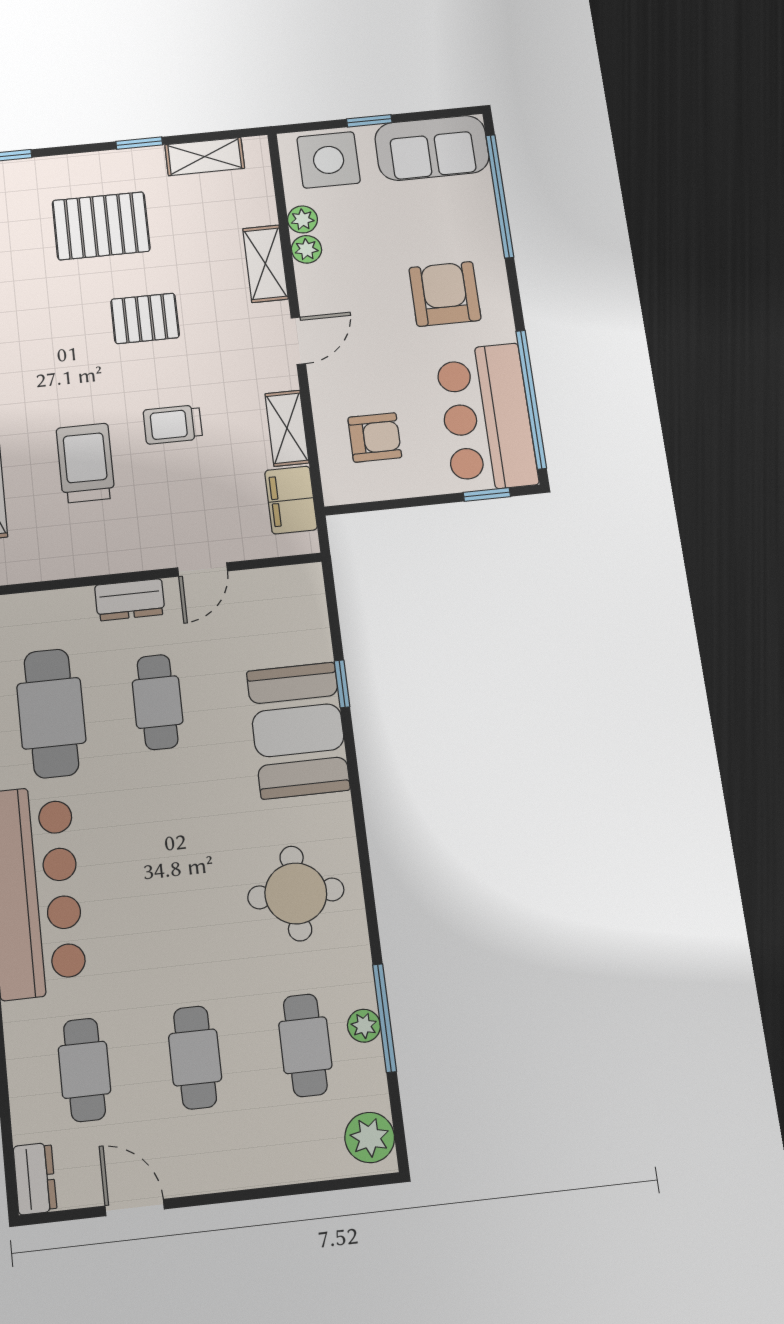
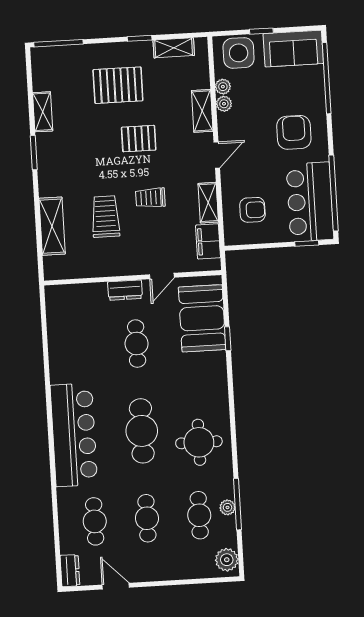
cafe table: (51, 713) -> (142, 431), moved
booth: (298, 730) -> (202, 318), moved

